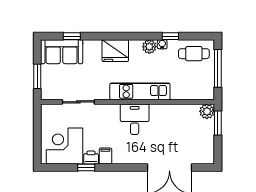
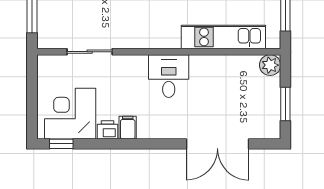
kitchen unit: (140, 91) -> (223, 37), moved
window: (218, 123) -> (285, 104), moved
window: (86, 168) -> (61, 144), moved

